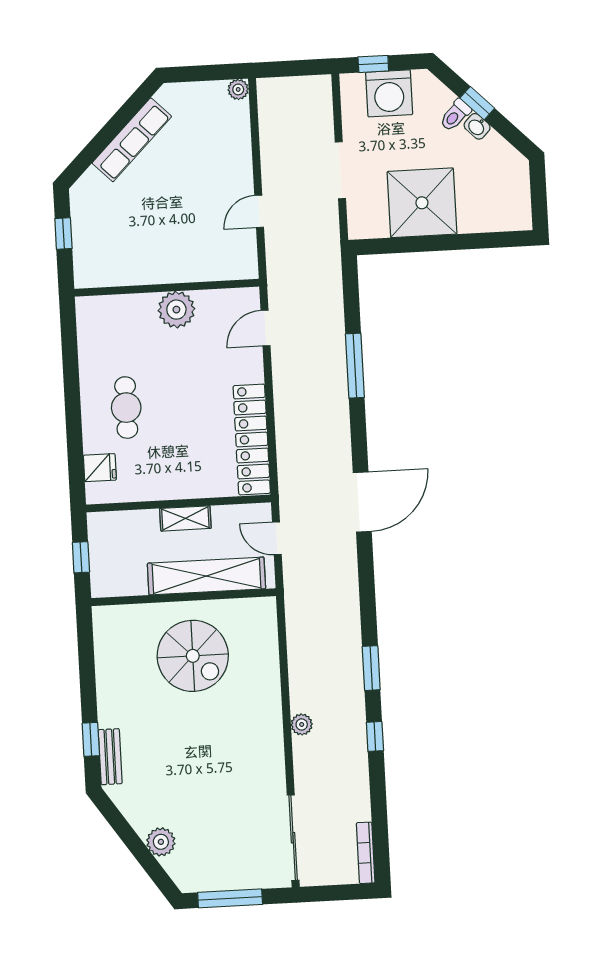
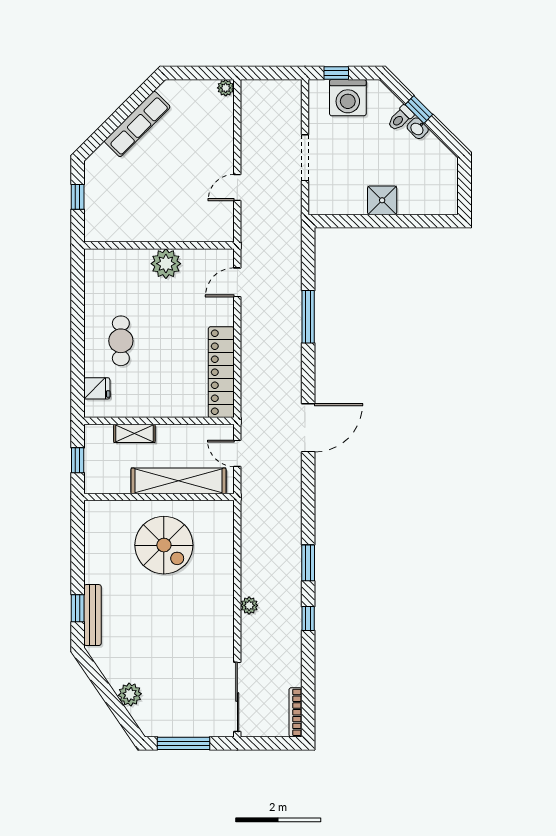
shower: (422, 203) -> (382, 200), width x0.54, depth x0.54
shelving: (185, 518) -> (134, 433), moved
bench: (110, 757) -> (93, 615), width x1.36

